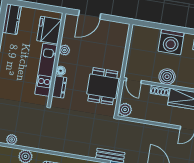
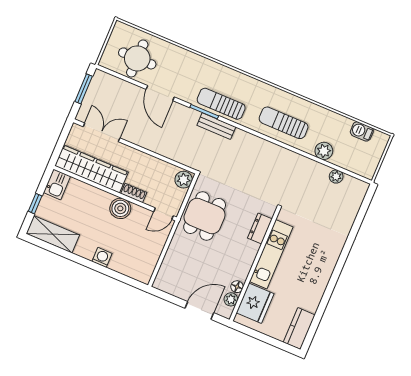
washing machine: (171, 42) -> (102, 257), width x0.53, depth x0.53
plant: (65, 50) -> (231, 299), moved
floor lamp: (61, 71) -> (237, 287), moved
door: (134, 81) -> (164, 214), swing flipped

